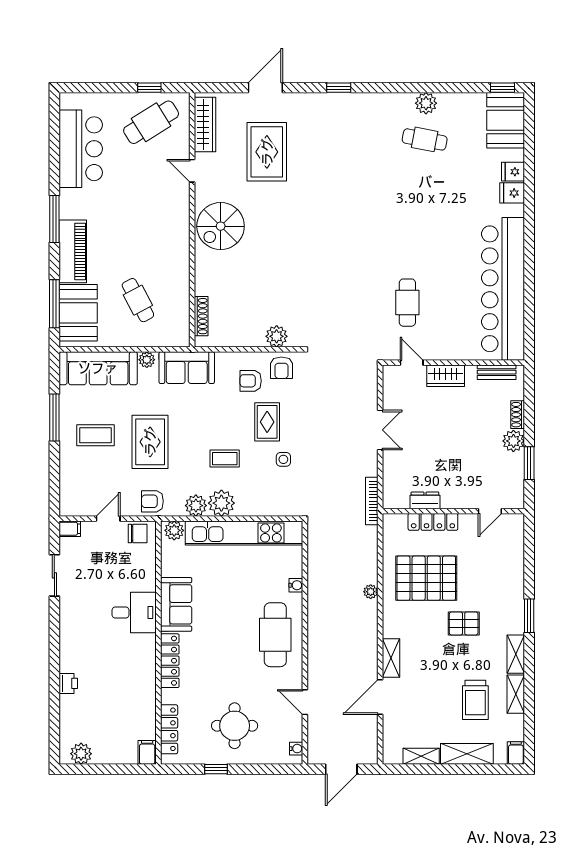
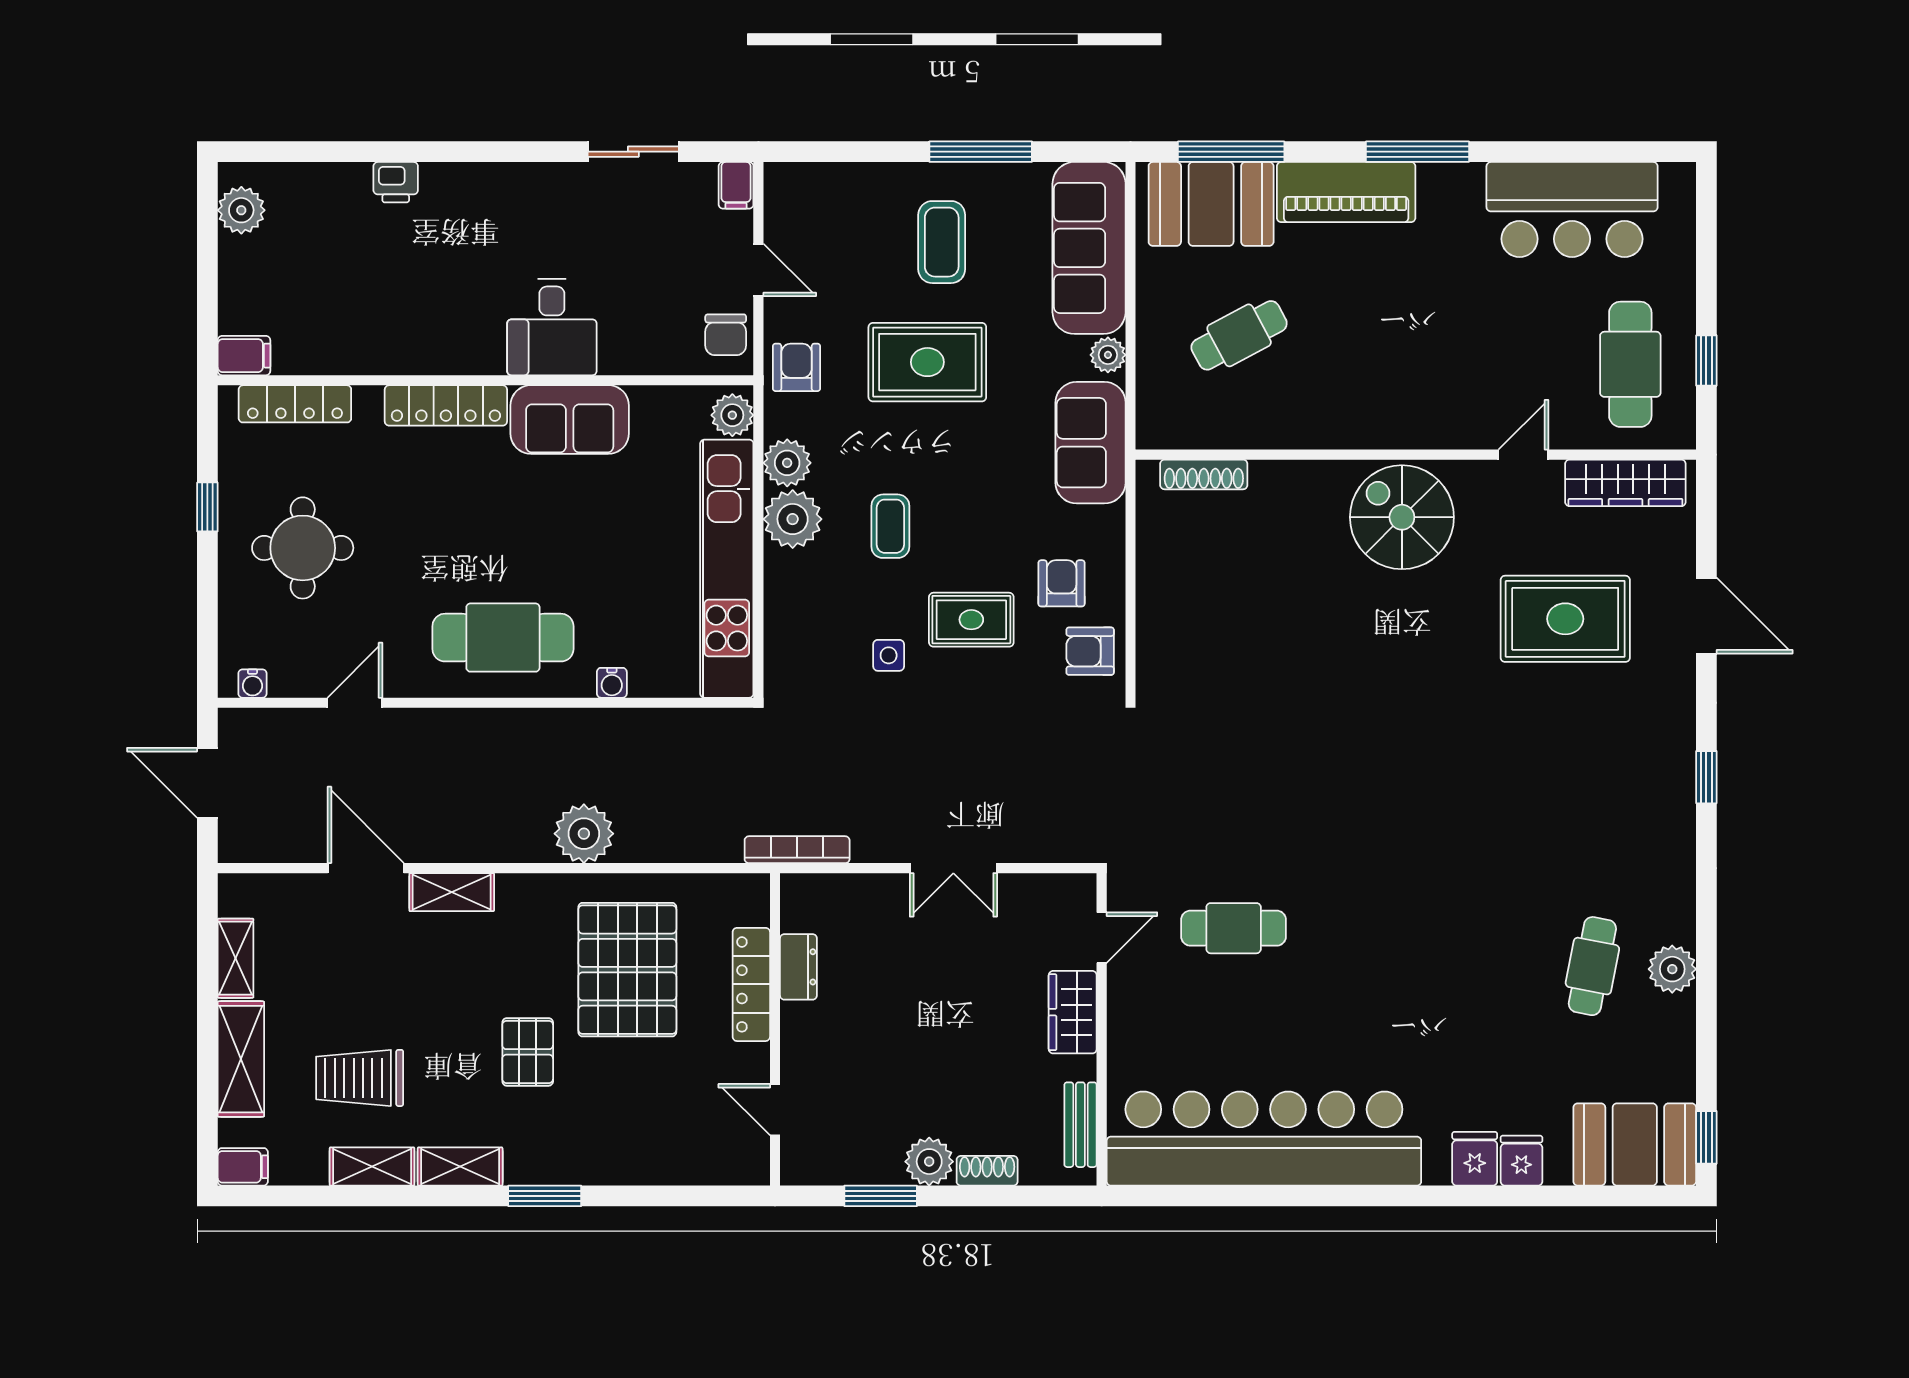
cafe table: (151, 122) -> (1630, 364), turned 32
plant: (277, 336) -> (1159, 640), removed
plant: (371, 592) -> (584, 834), width x1.87, depth x1.87

